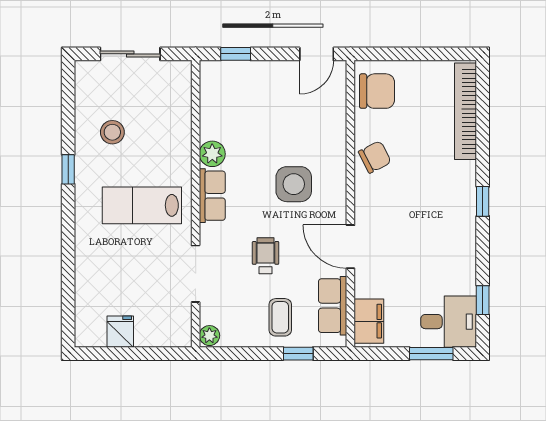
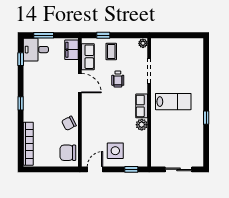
stool: (112, 132) -> (186, 134), removed
side table: (294, 184) -> (115, 151), moved
fridge: (120, 332) -> (183, 45), removed

